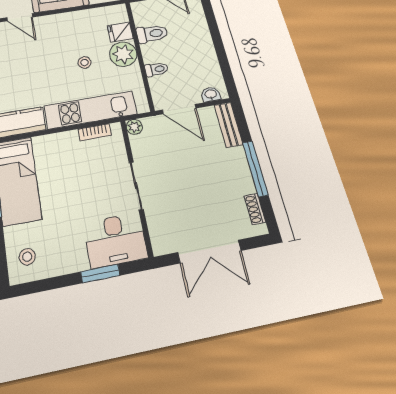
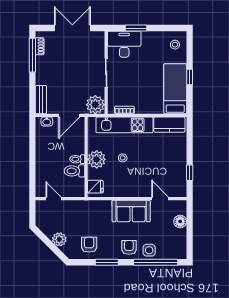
fridge: (120, 32) -> (95, 187), moved
toilet: (156, 69) -> (77, 159), moved
door: (179, 109) -> (69, 115), swing flipped
plant: (134, 127) -> (95, 105), width x1.88, depth x1.88
window: (255, 169) -> (32, 55), moved

